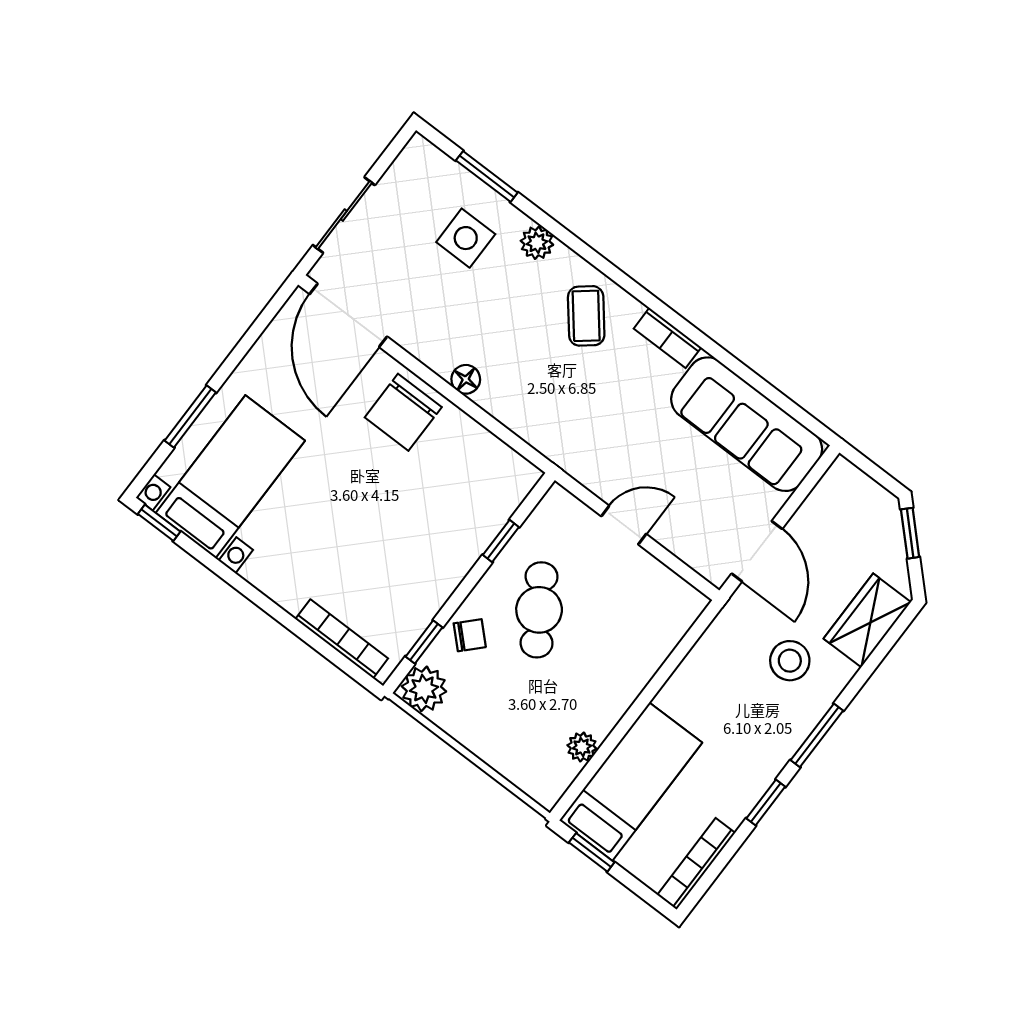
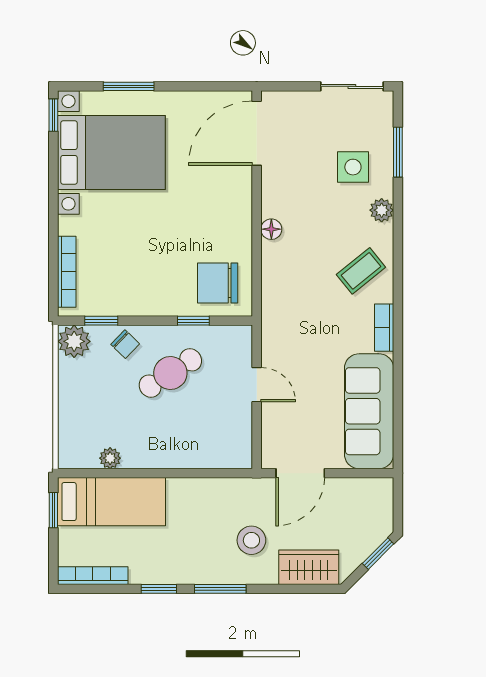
sliding door: (344, 215) -> (352, 86), moved
chair: (403, 412) -> (218, 283), moved
bed with nightstands: (230, 477) -> (111, 152), width x1.36

